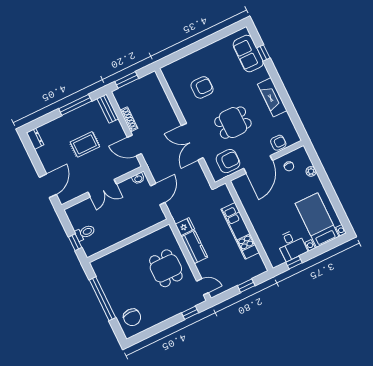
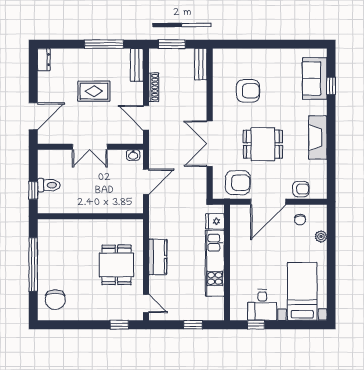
bench: (156, 85) -> (201, 64), added
fridge: (185, 227) -> (215, 221), moved, turned 180

